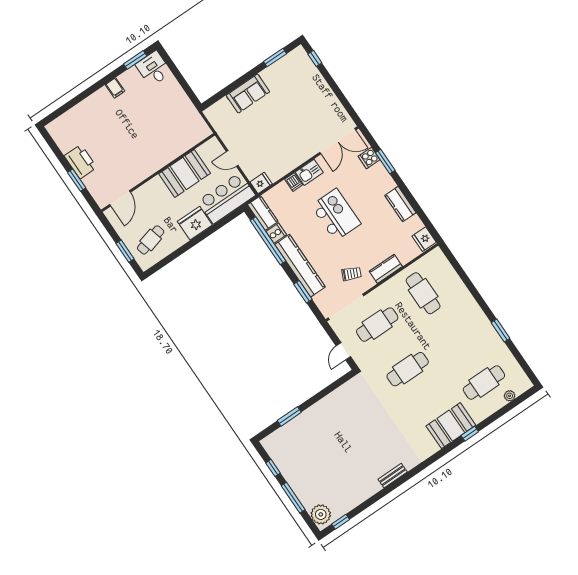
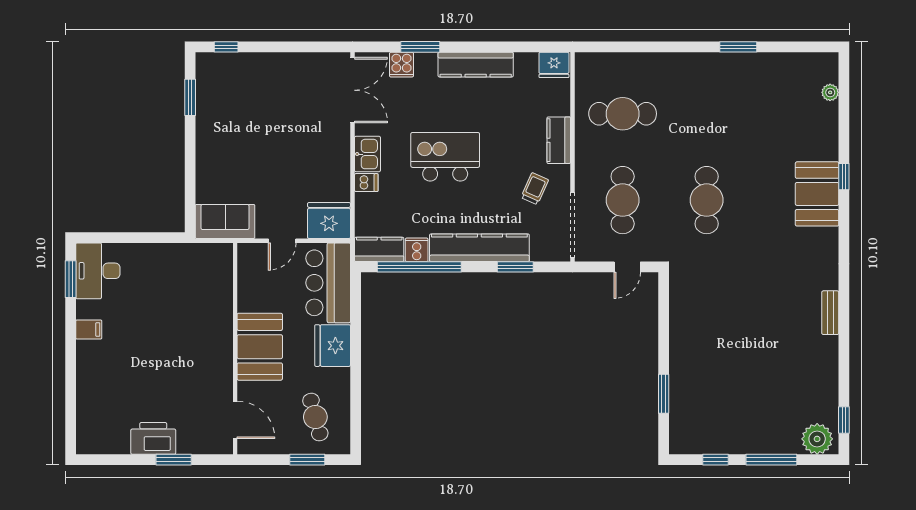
desk: (154, 69) -> (98, 271), width x1.37
sofa: (248, 94) -> (225, 221), moved, turned -90
booth: (185, 174) -> (260, 347), moved
fridge: (261, 183) -> (329, 221), width x1.88, depth x1.34
kitchen counter: (400, 204) -> (476, 65), width x1.50
door: (343, 351) -> (627, 267), hinge flipped
cafe table: (484, 383) -> (791, 114), removed

